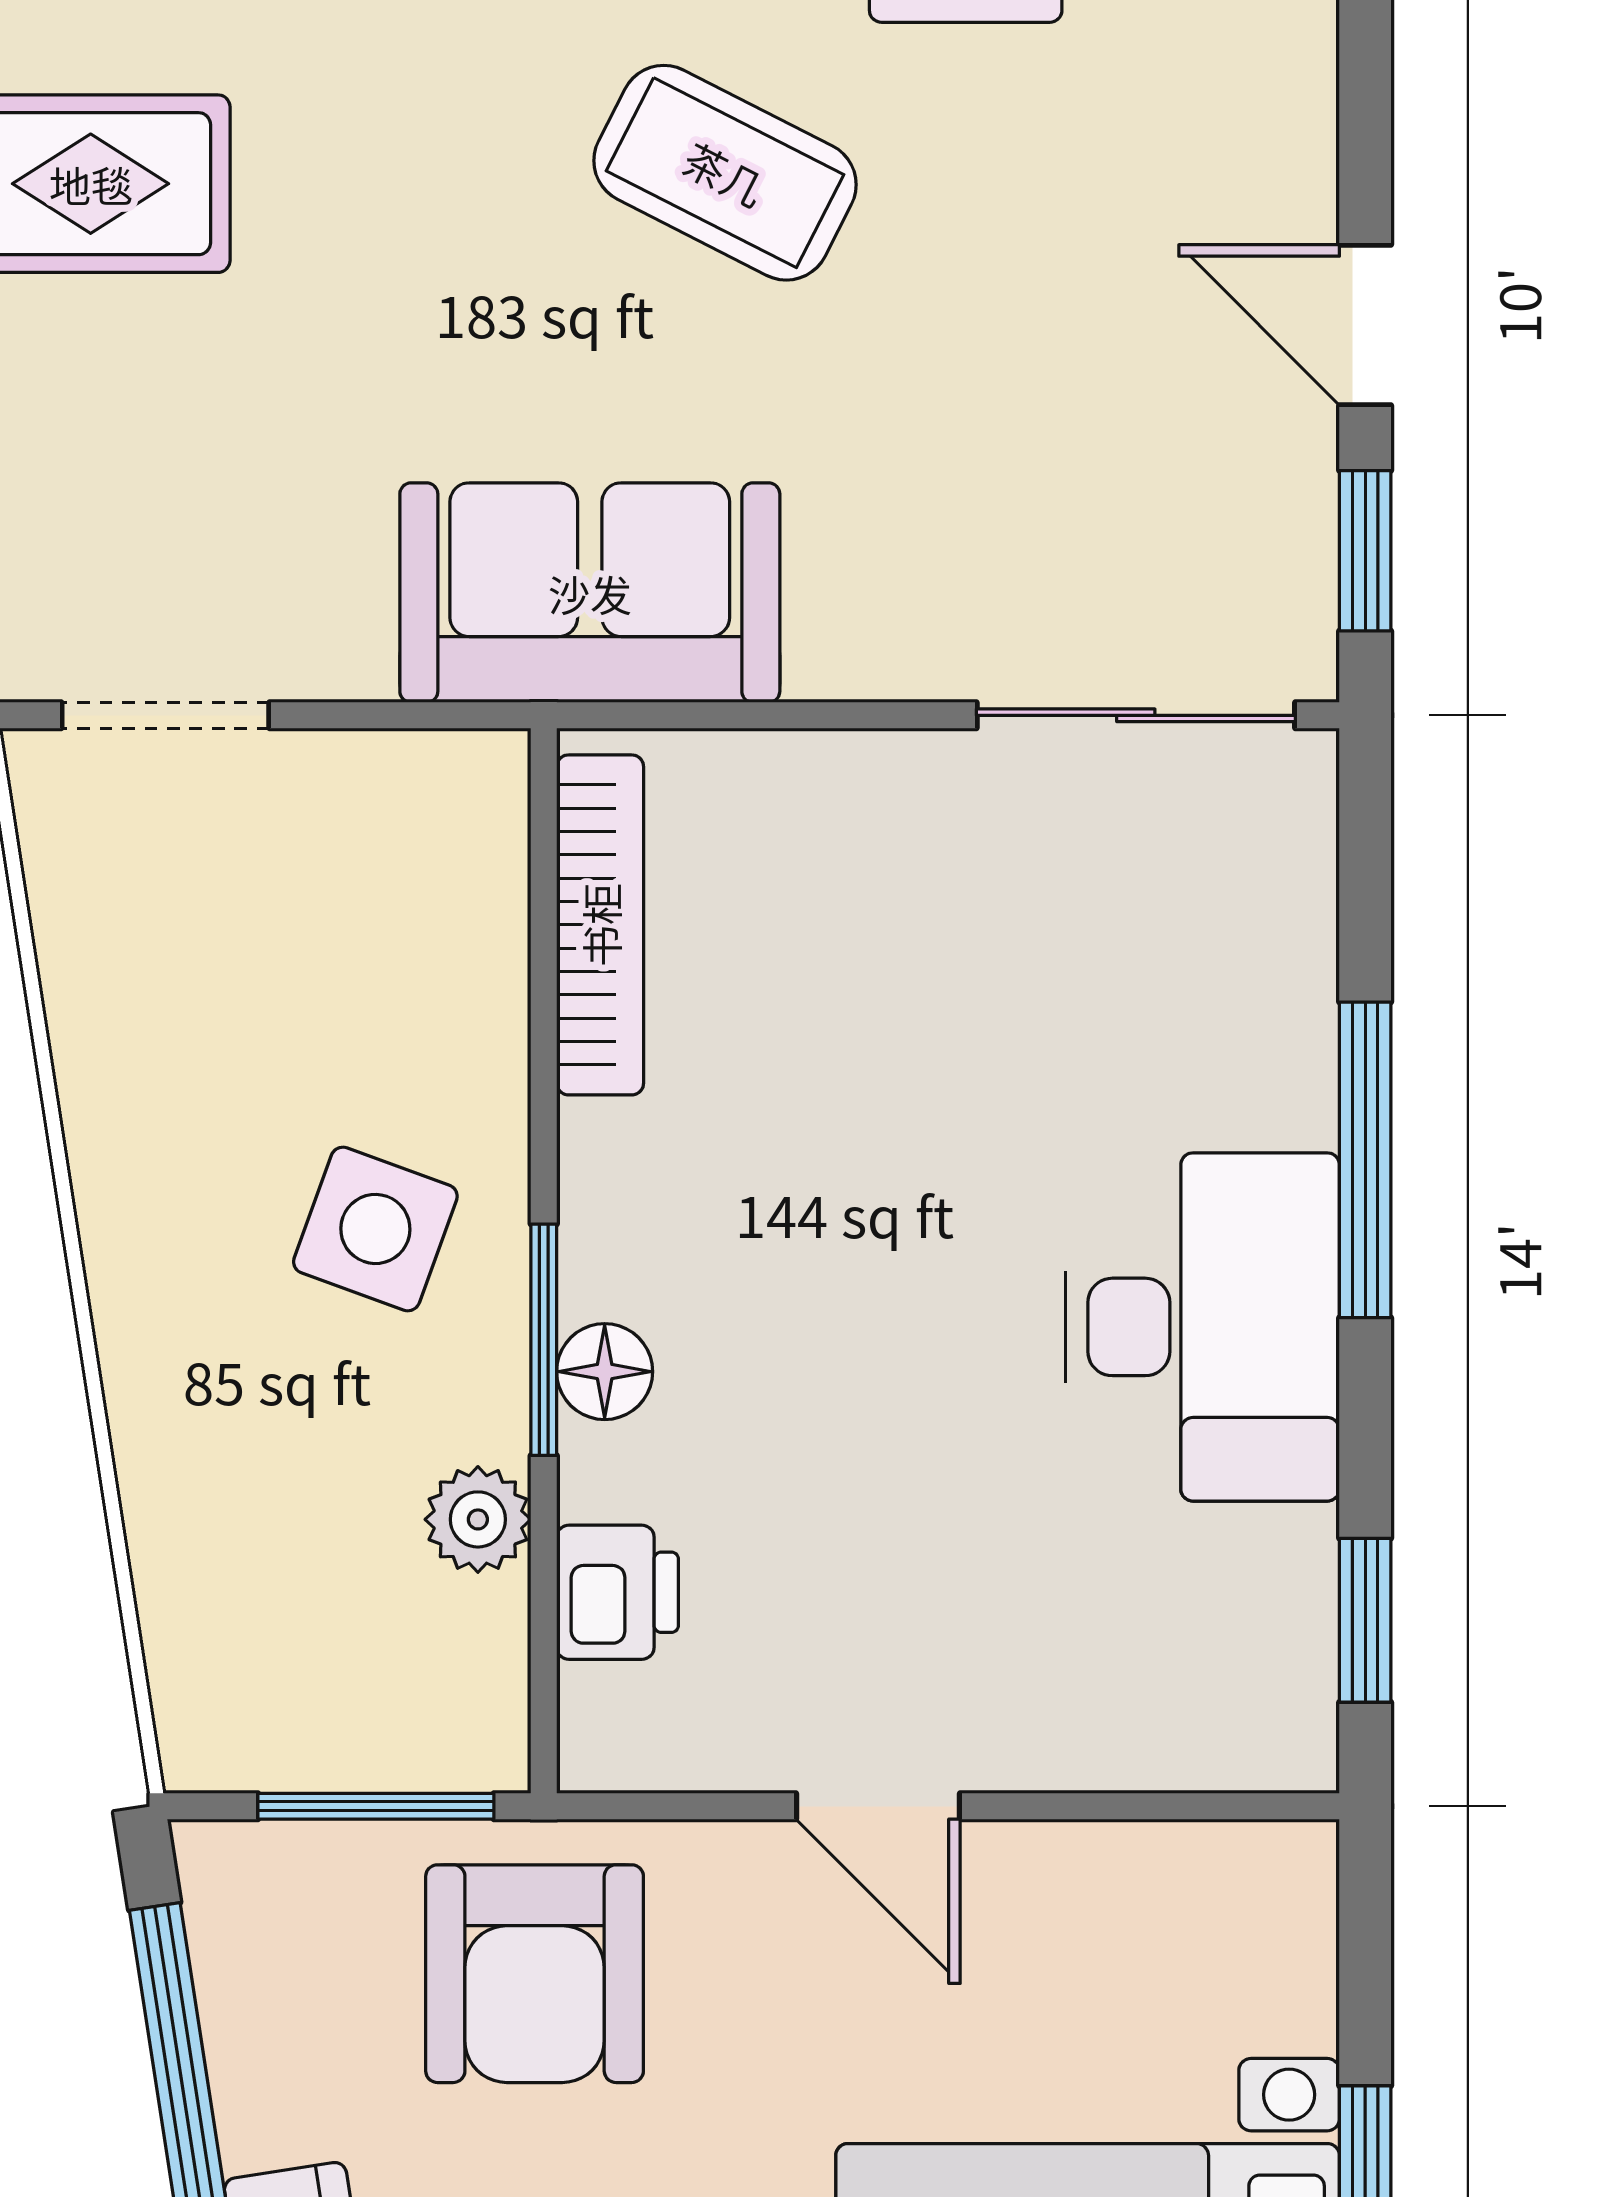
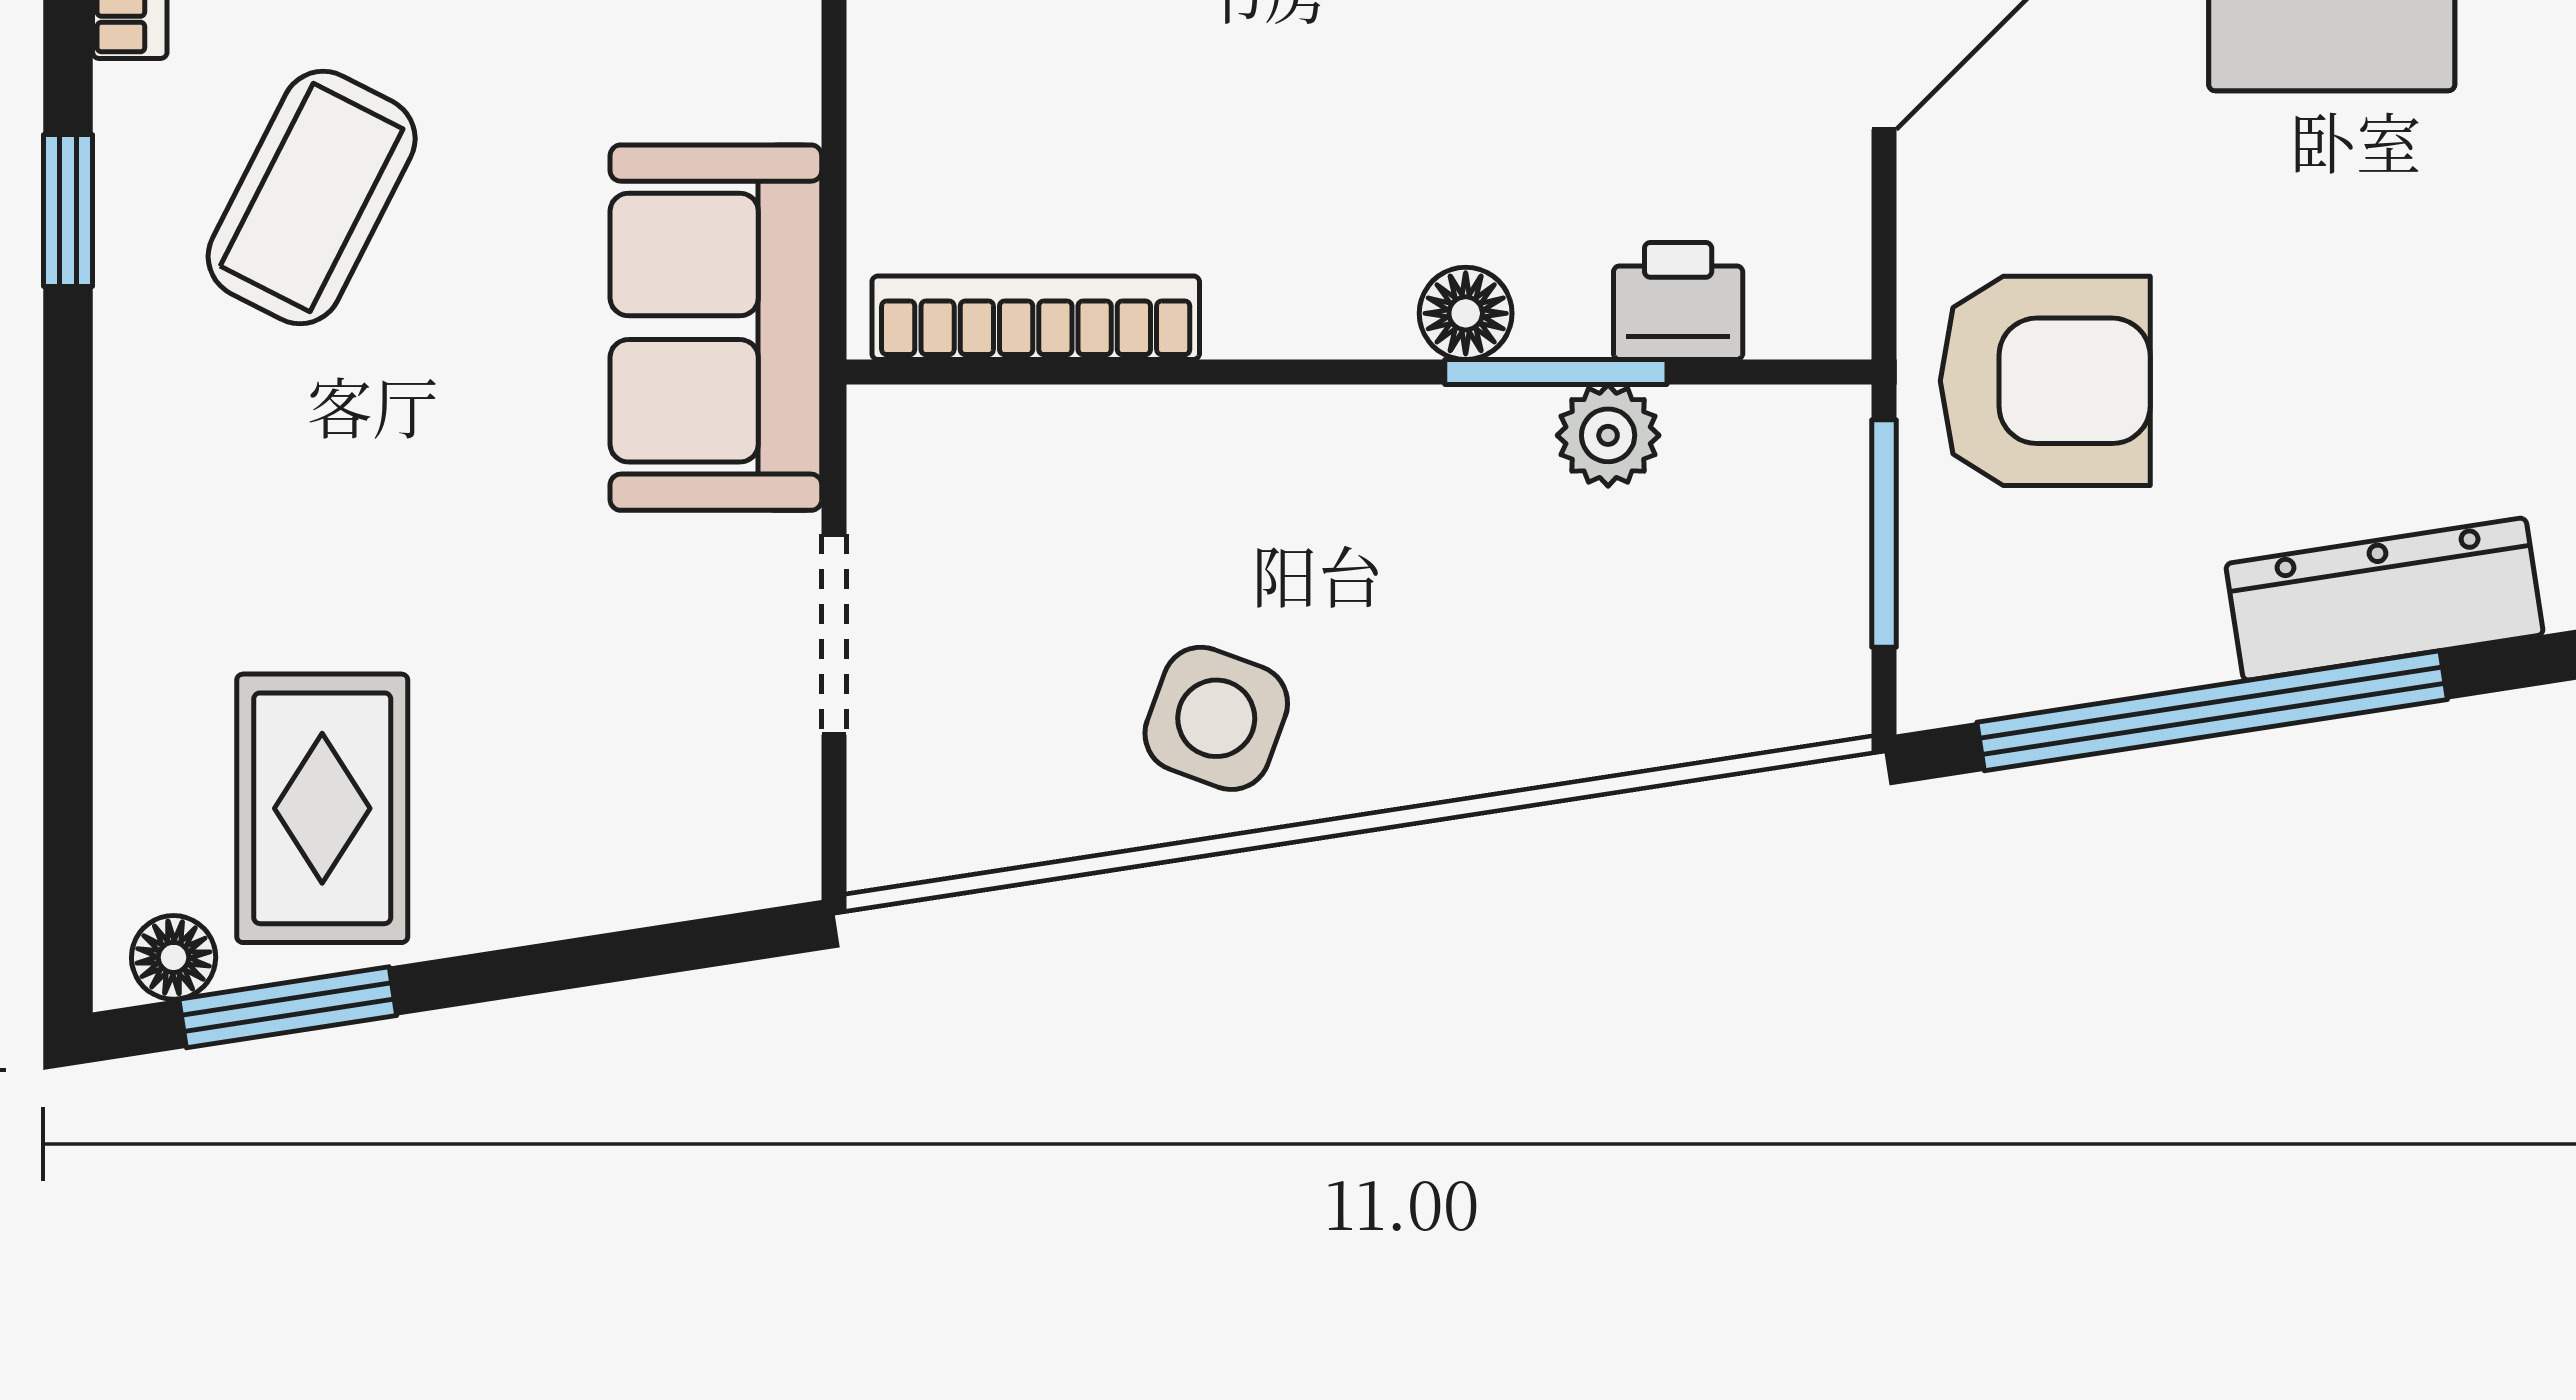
doorway: (165, 715) -> (834, 634), moved
side table: (375, 1229) -> (1216, 718), moved
window: (544, 1340) -> (1556, 372), moved

